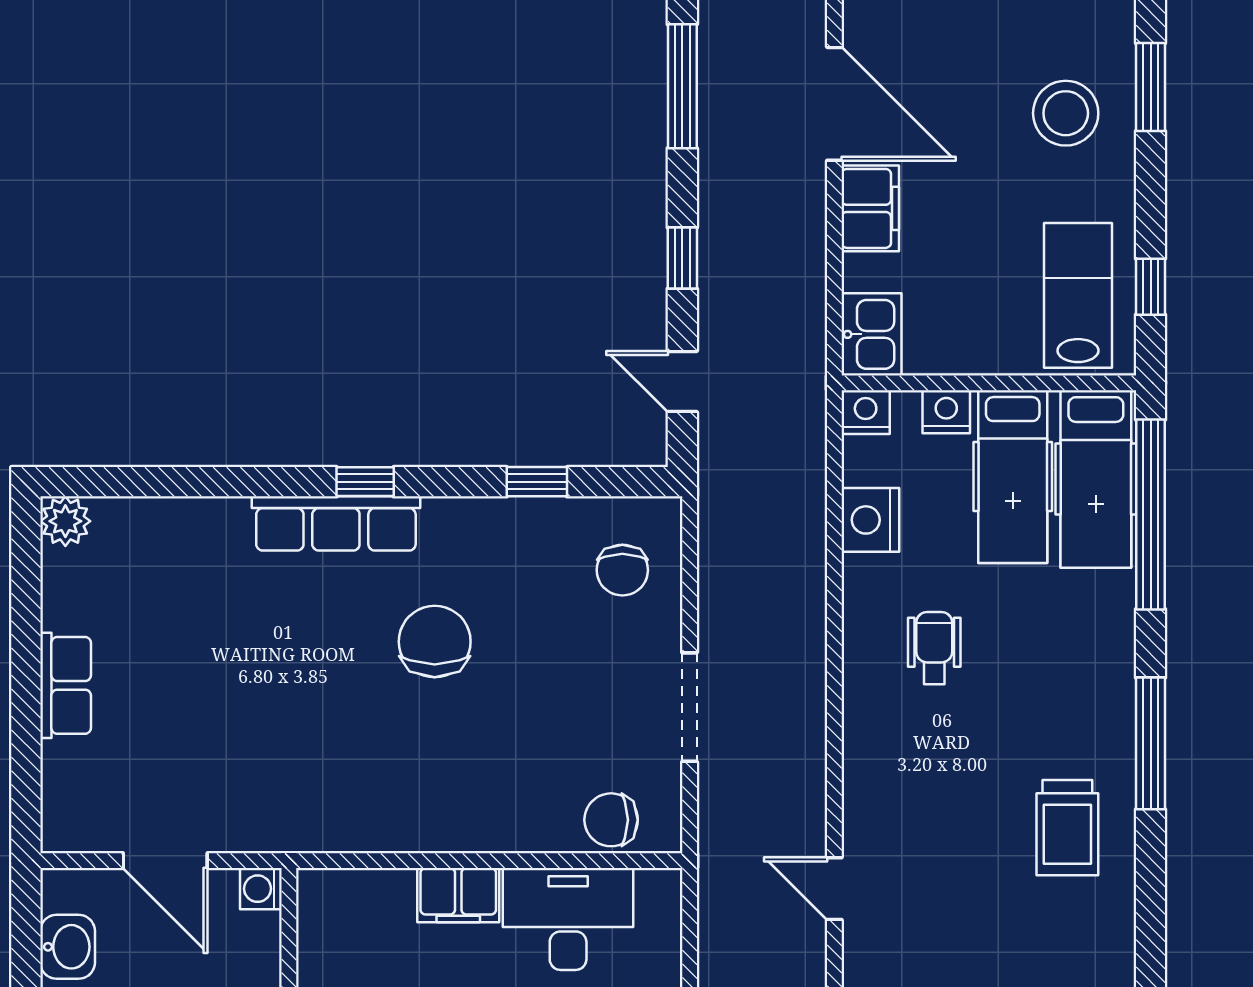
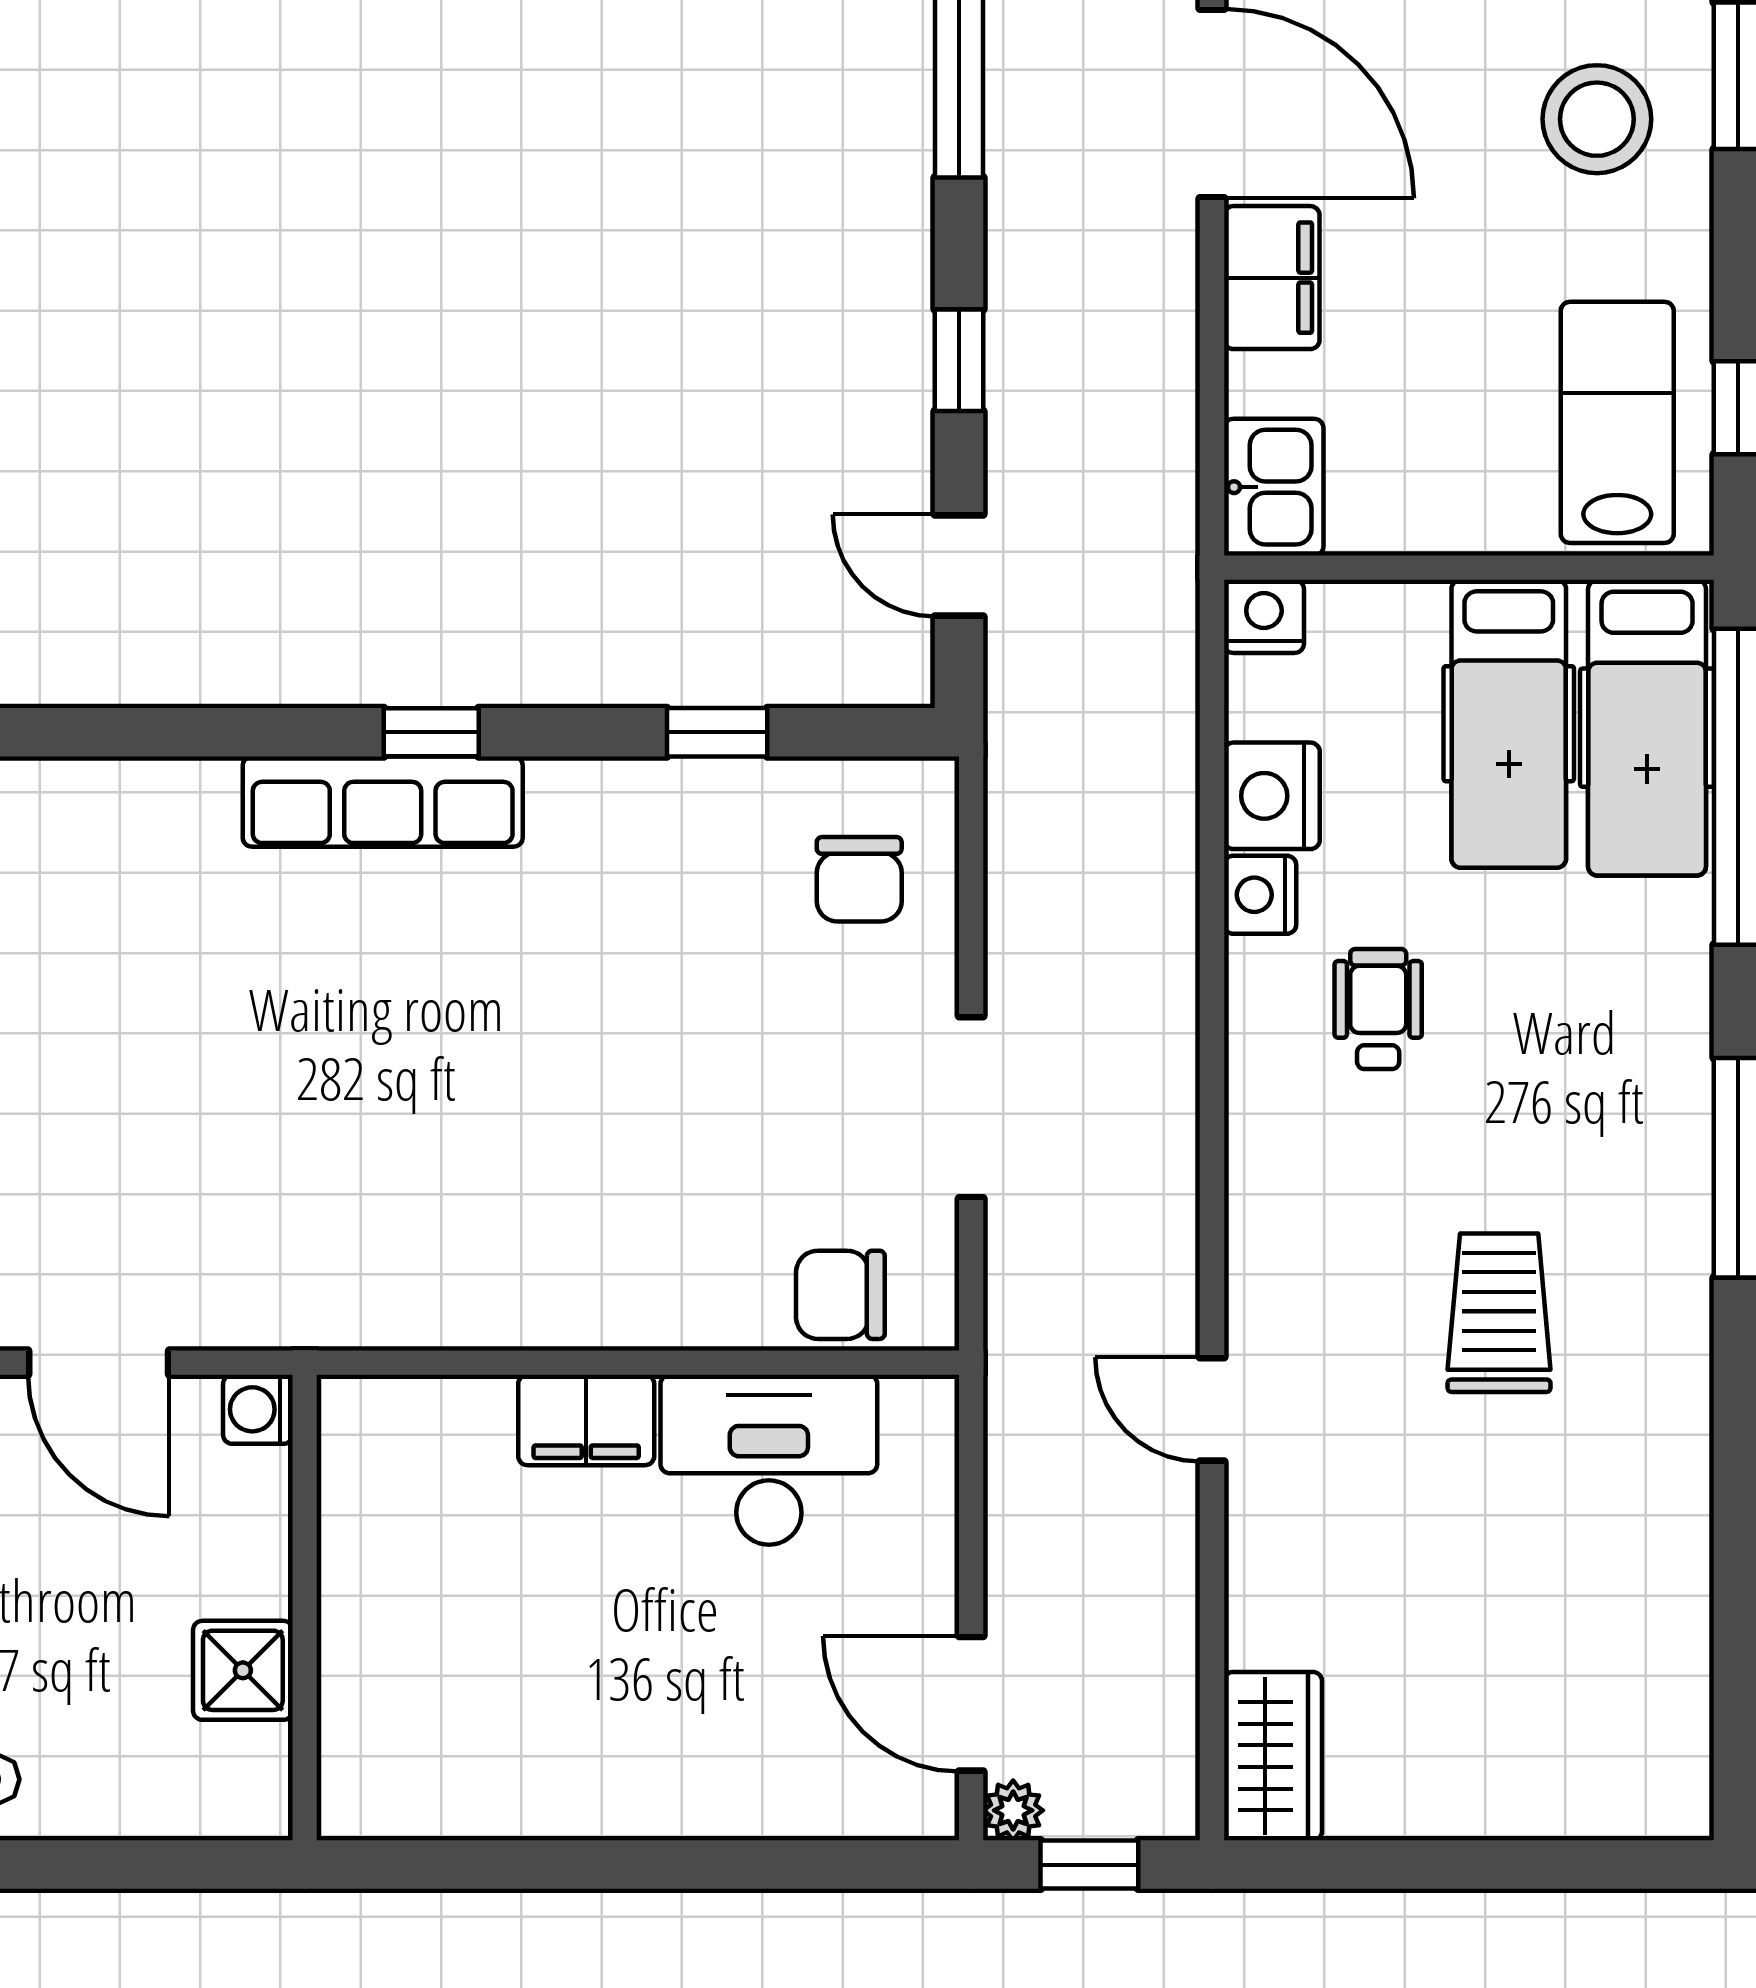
nightstand: (946, 412) -> (1260, 895), moved, turned -90
chair: (435, 642) -> (547, 998), removed
trolley: (1067, 828) -> (1499, 1313), moved, turned 180

